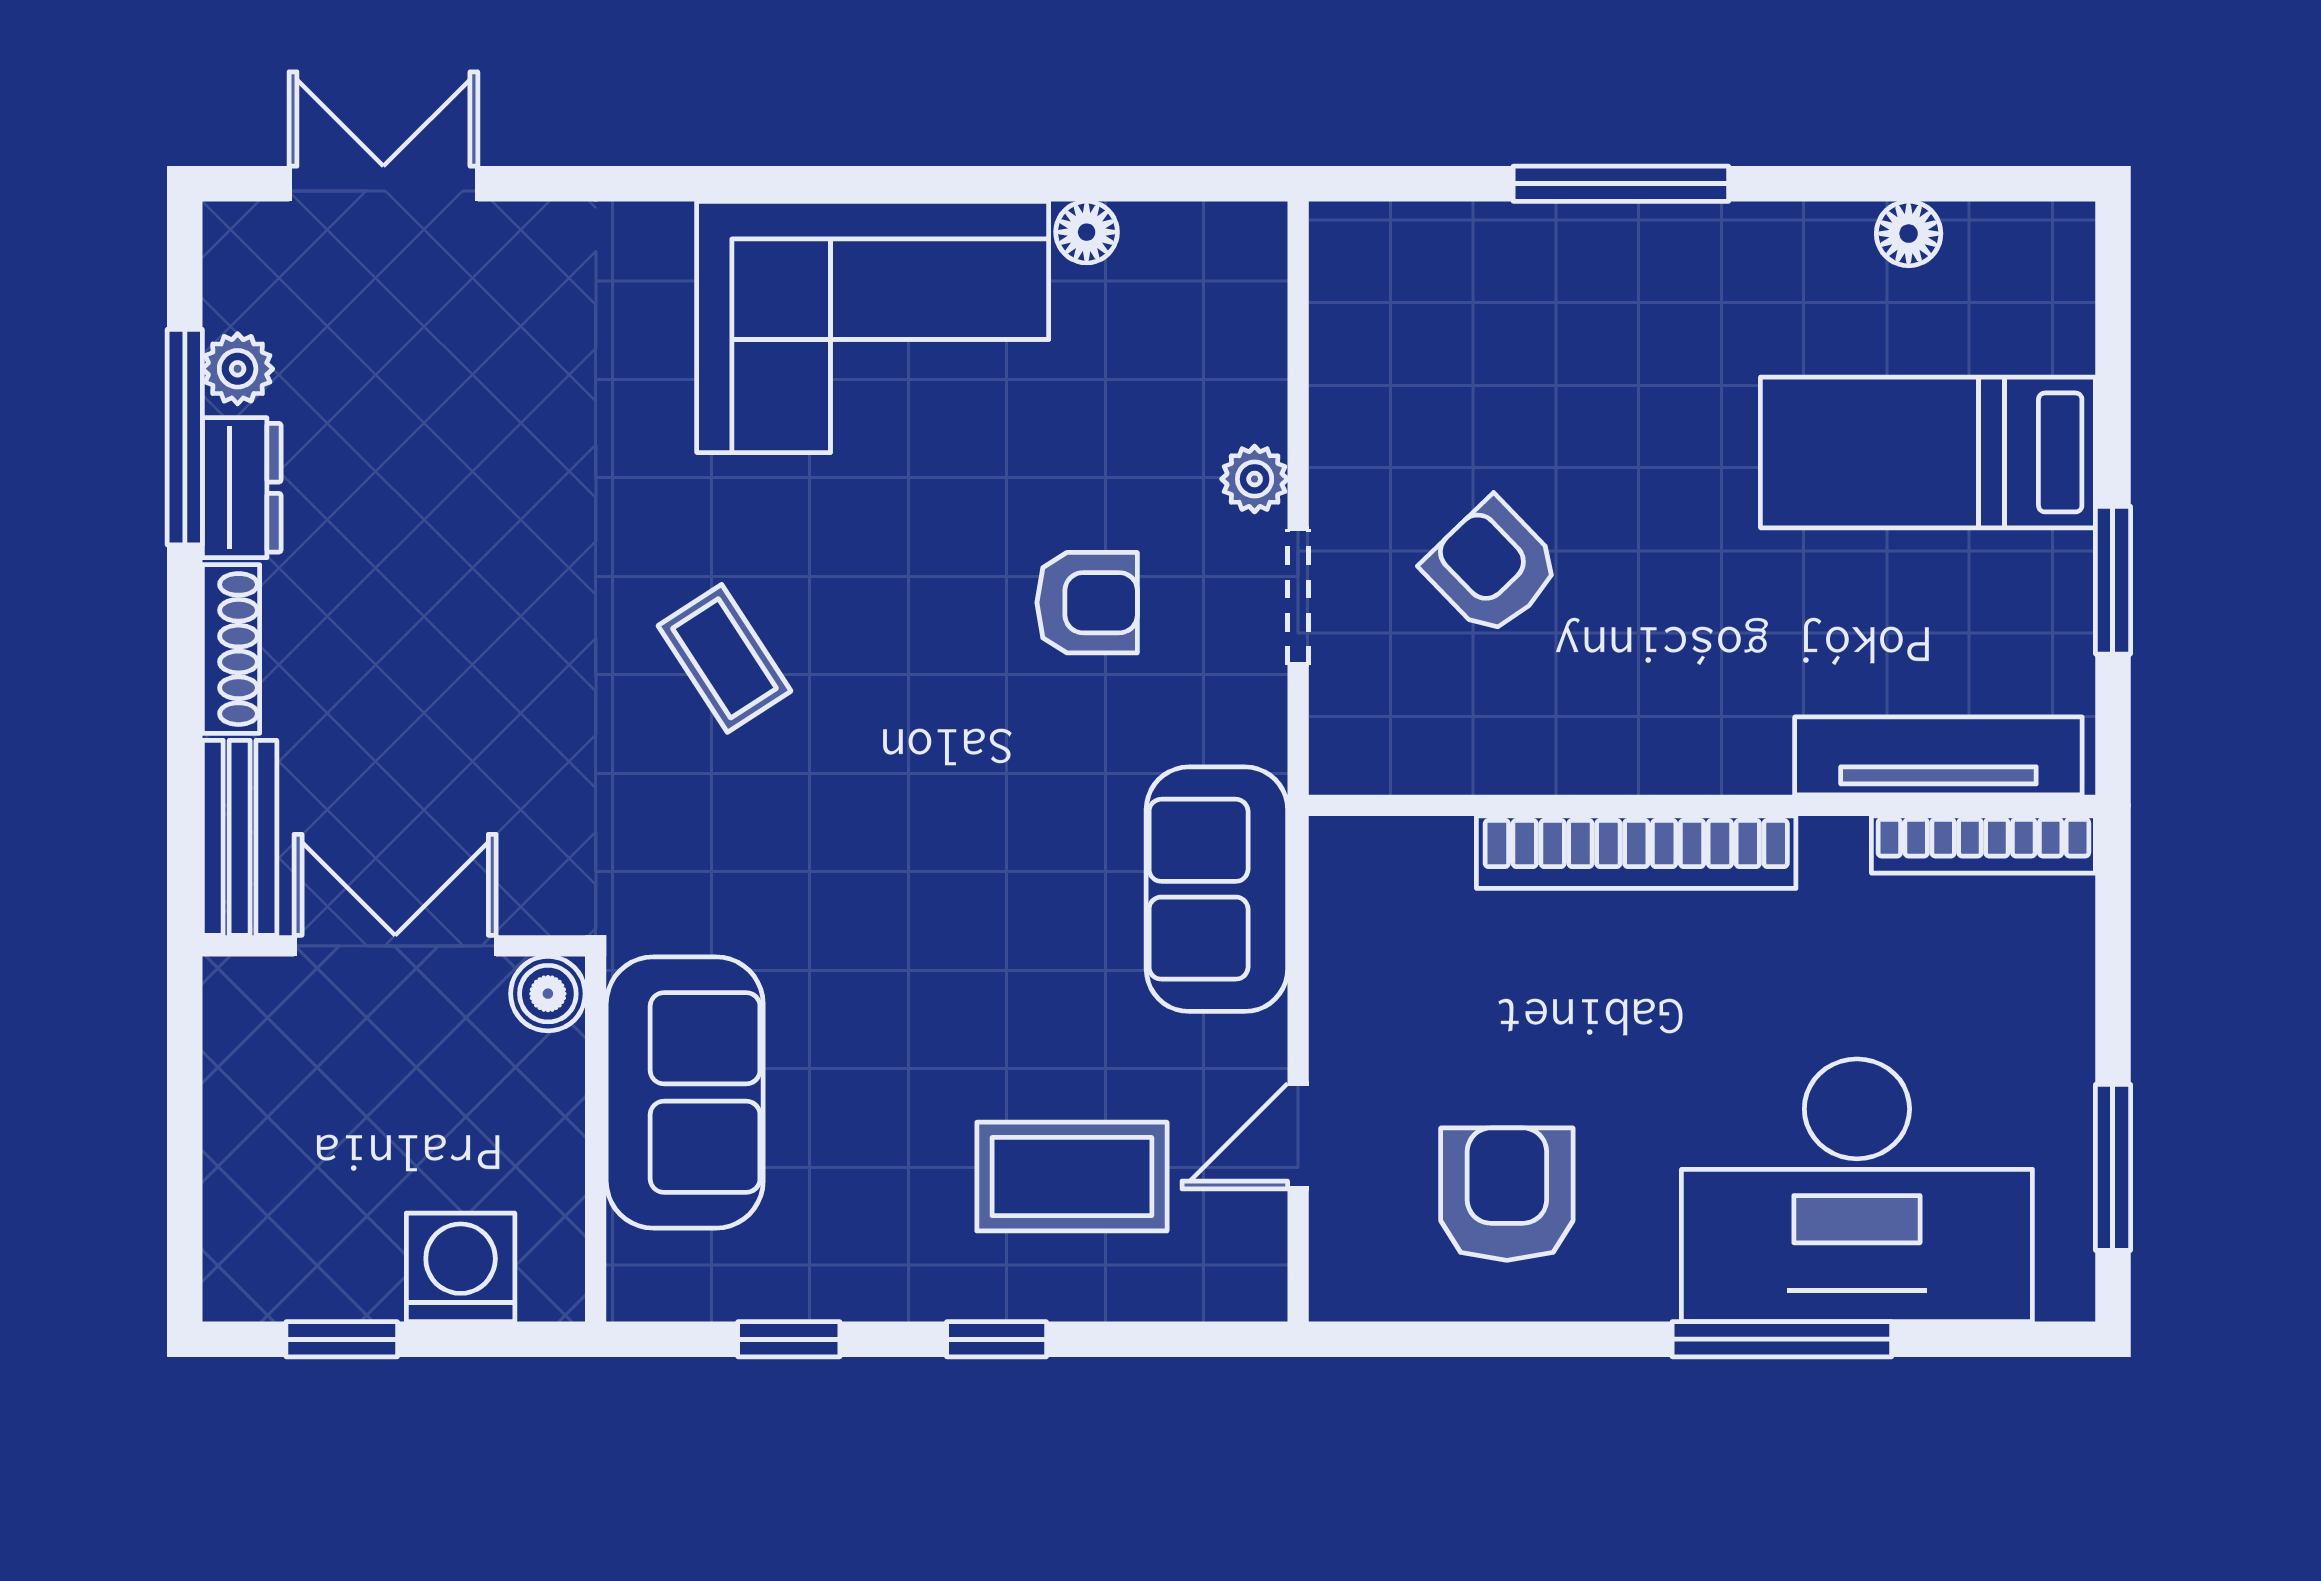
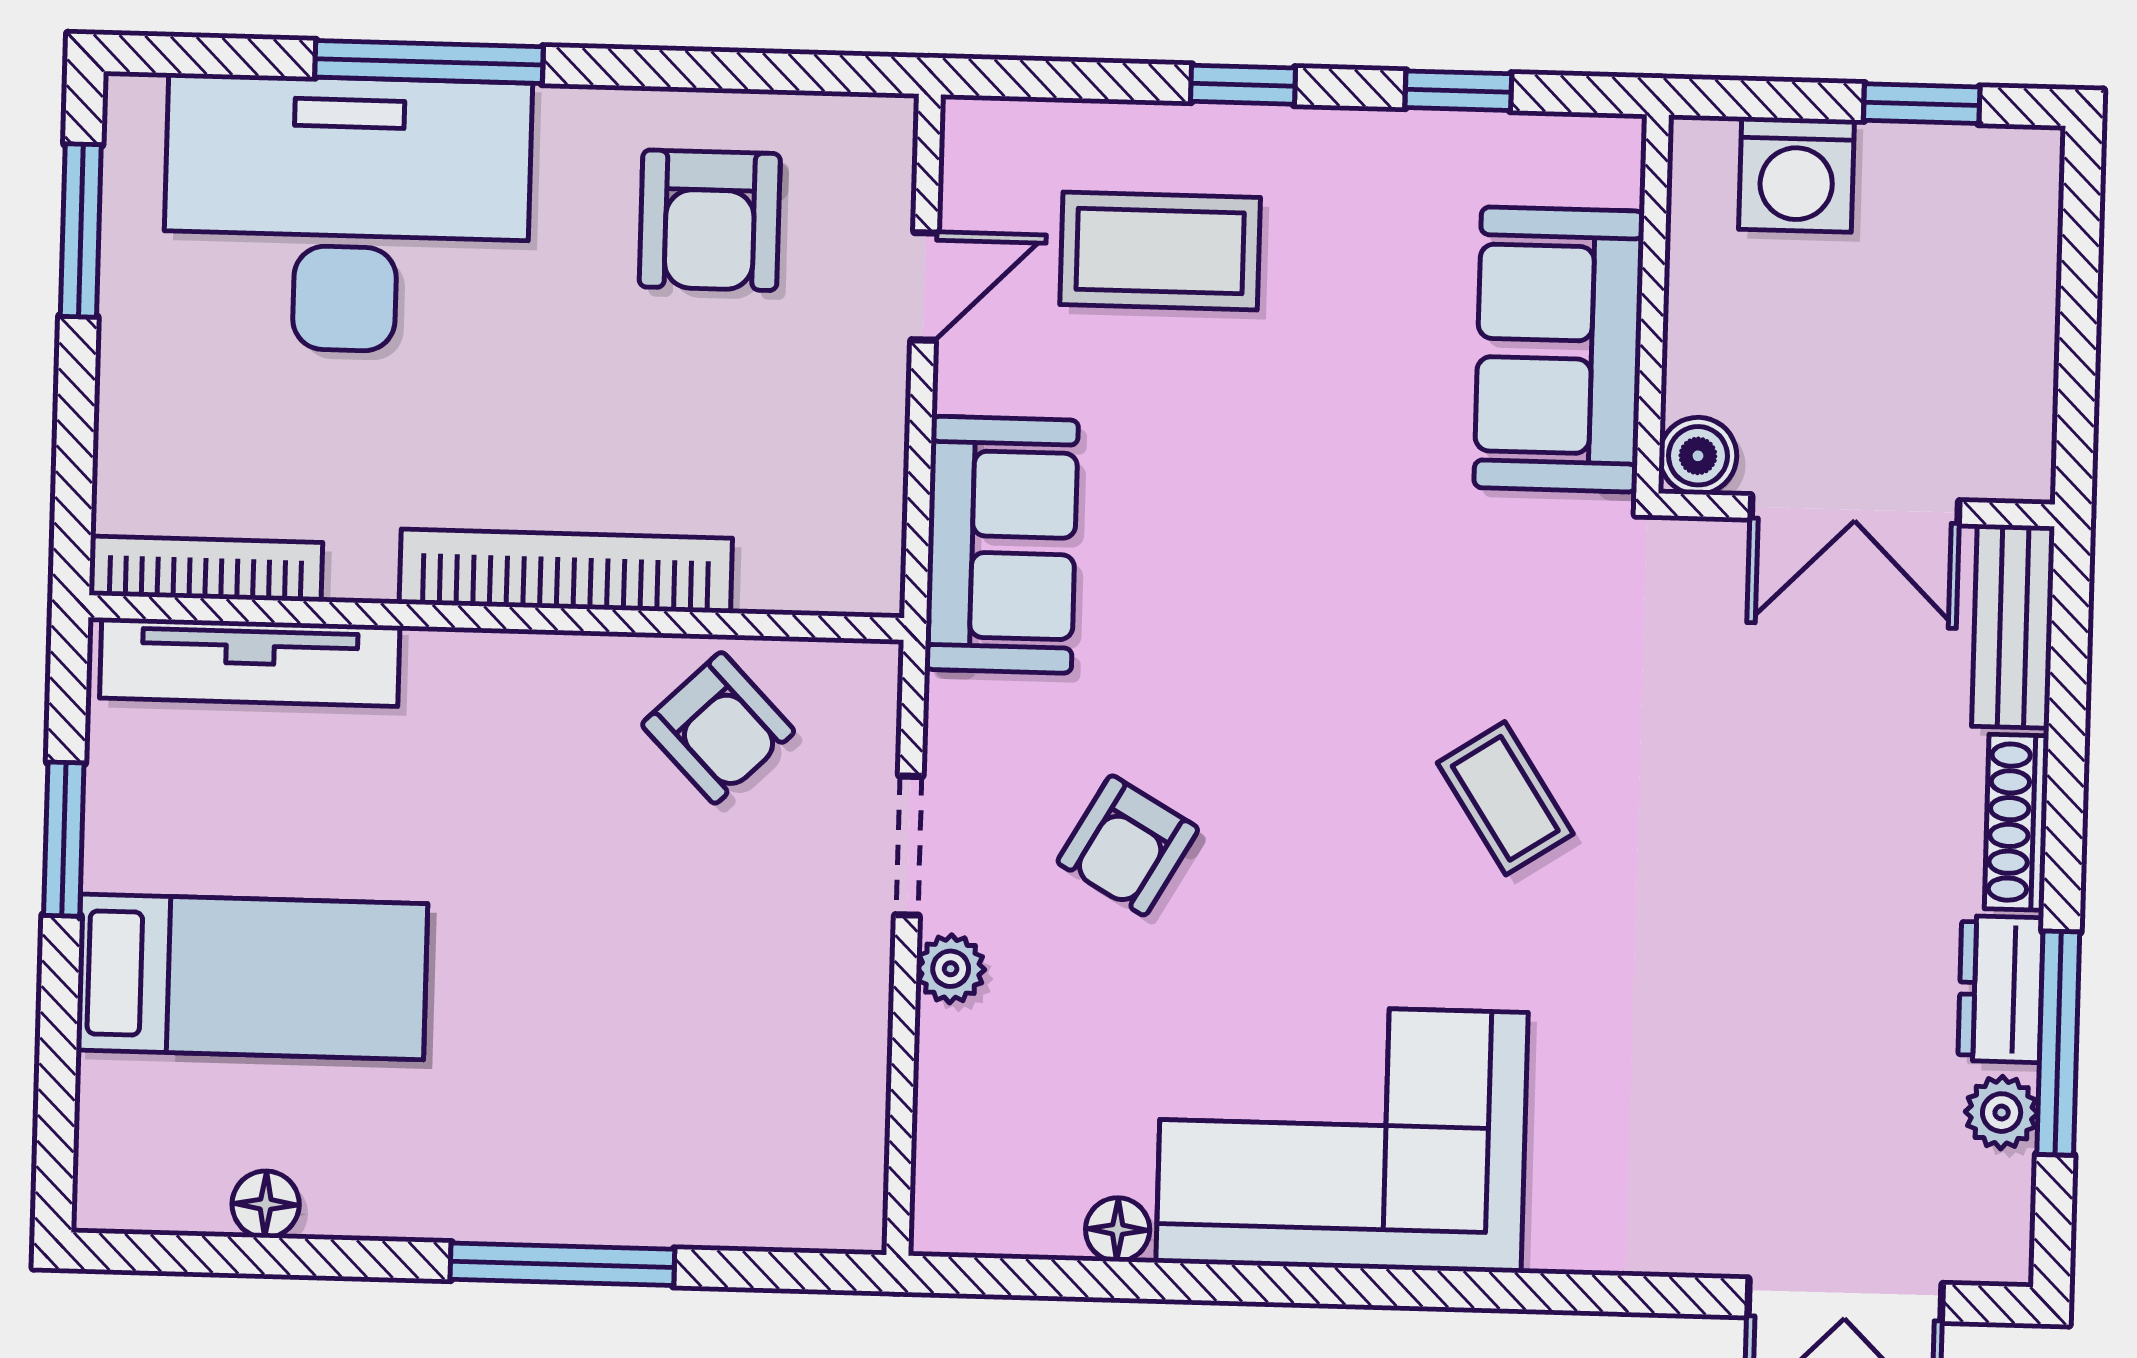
armchair: (1492, 567) -> (718, 728), moved
armchair: (1087, 603) -> (1128, 845), turned -60

